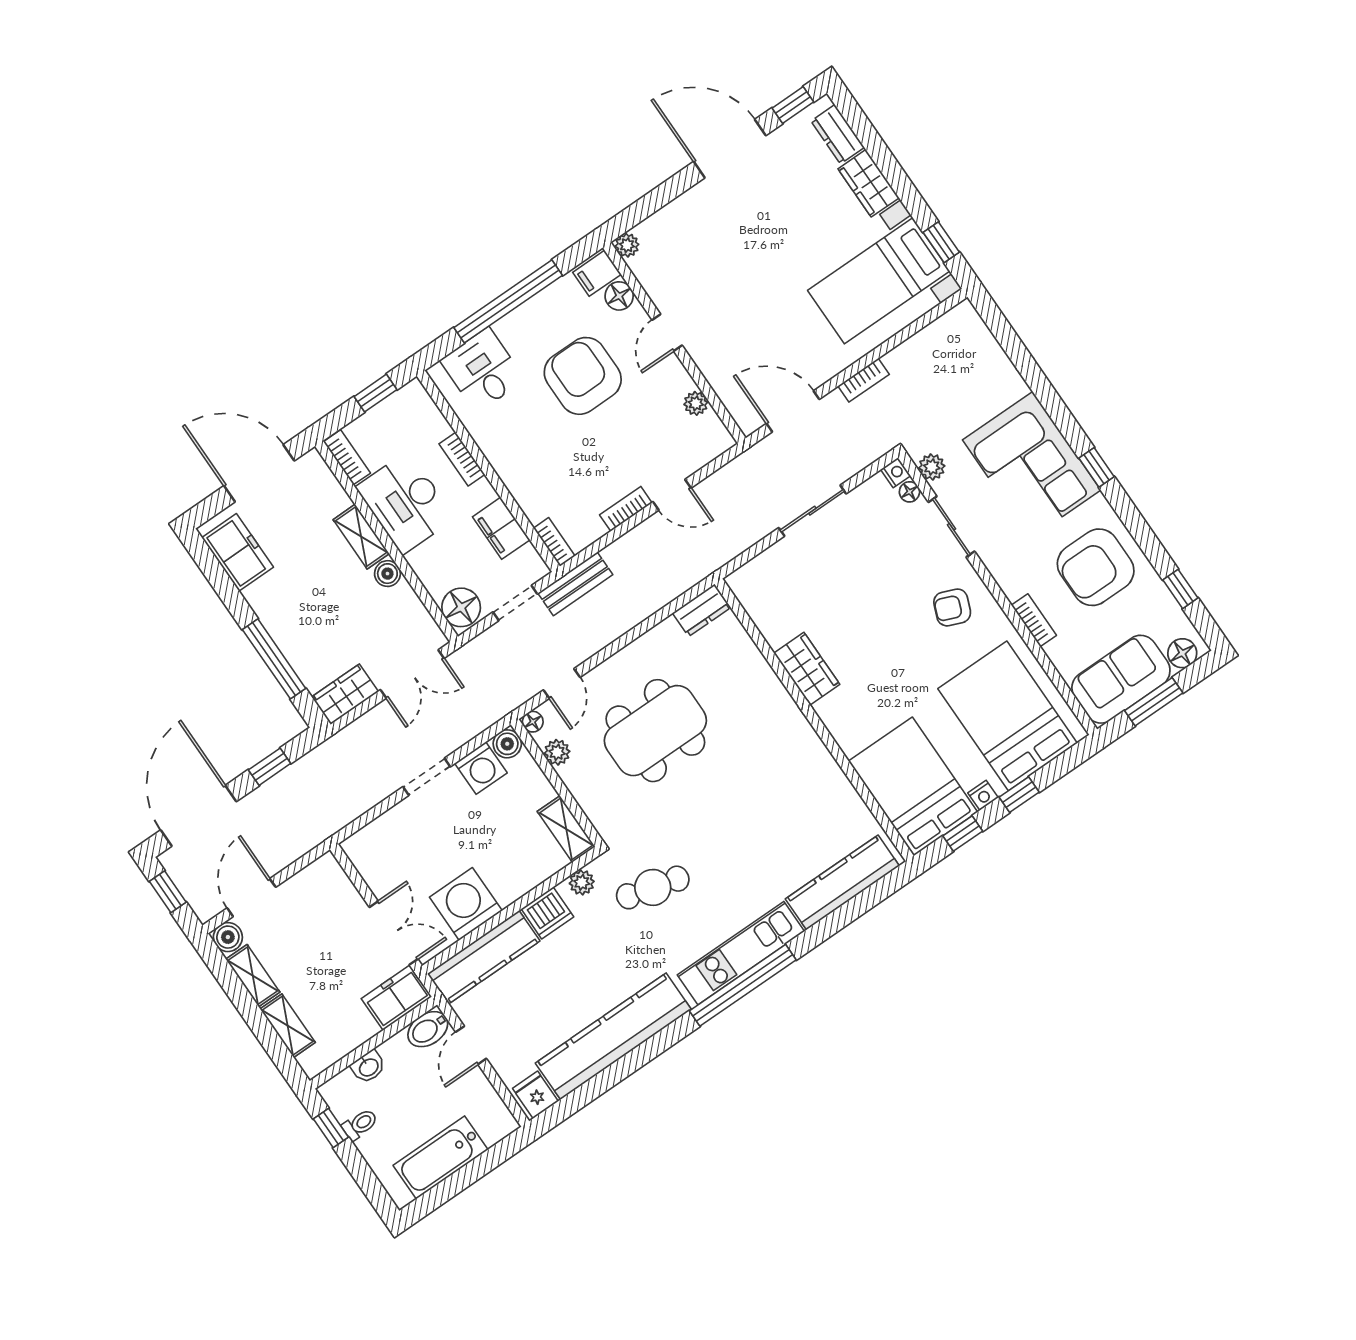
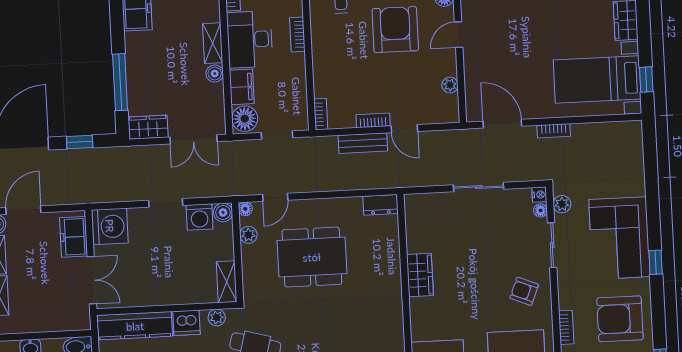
filing cabinet: (501, 528) -> (242, 87), moved, turned 180
bench: (575, 584) -> (363, 143), moved
washing machine: (466, 904) -> (110, 226), moved, turned 90
freezer: (397, 998) -> (74, 237), moved, turned -90

